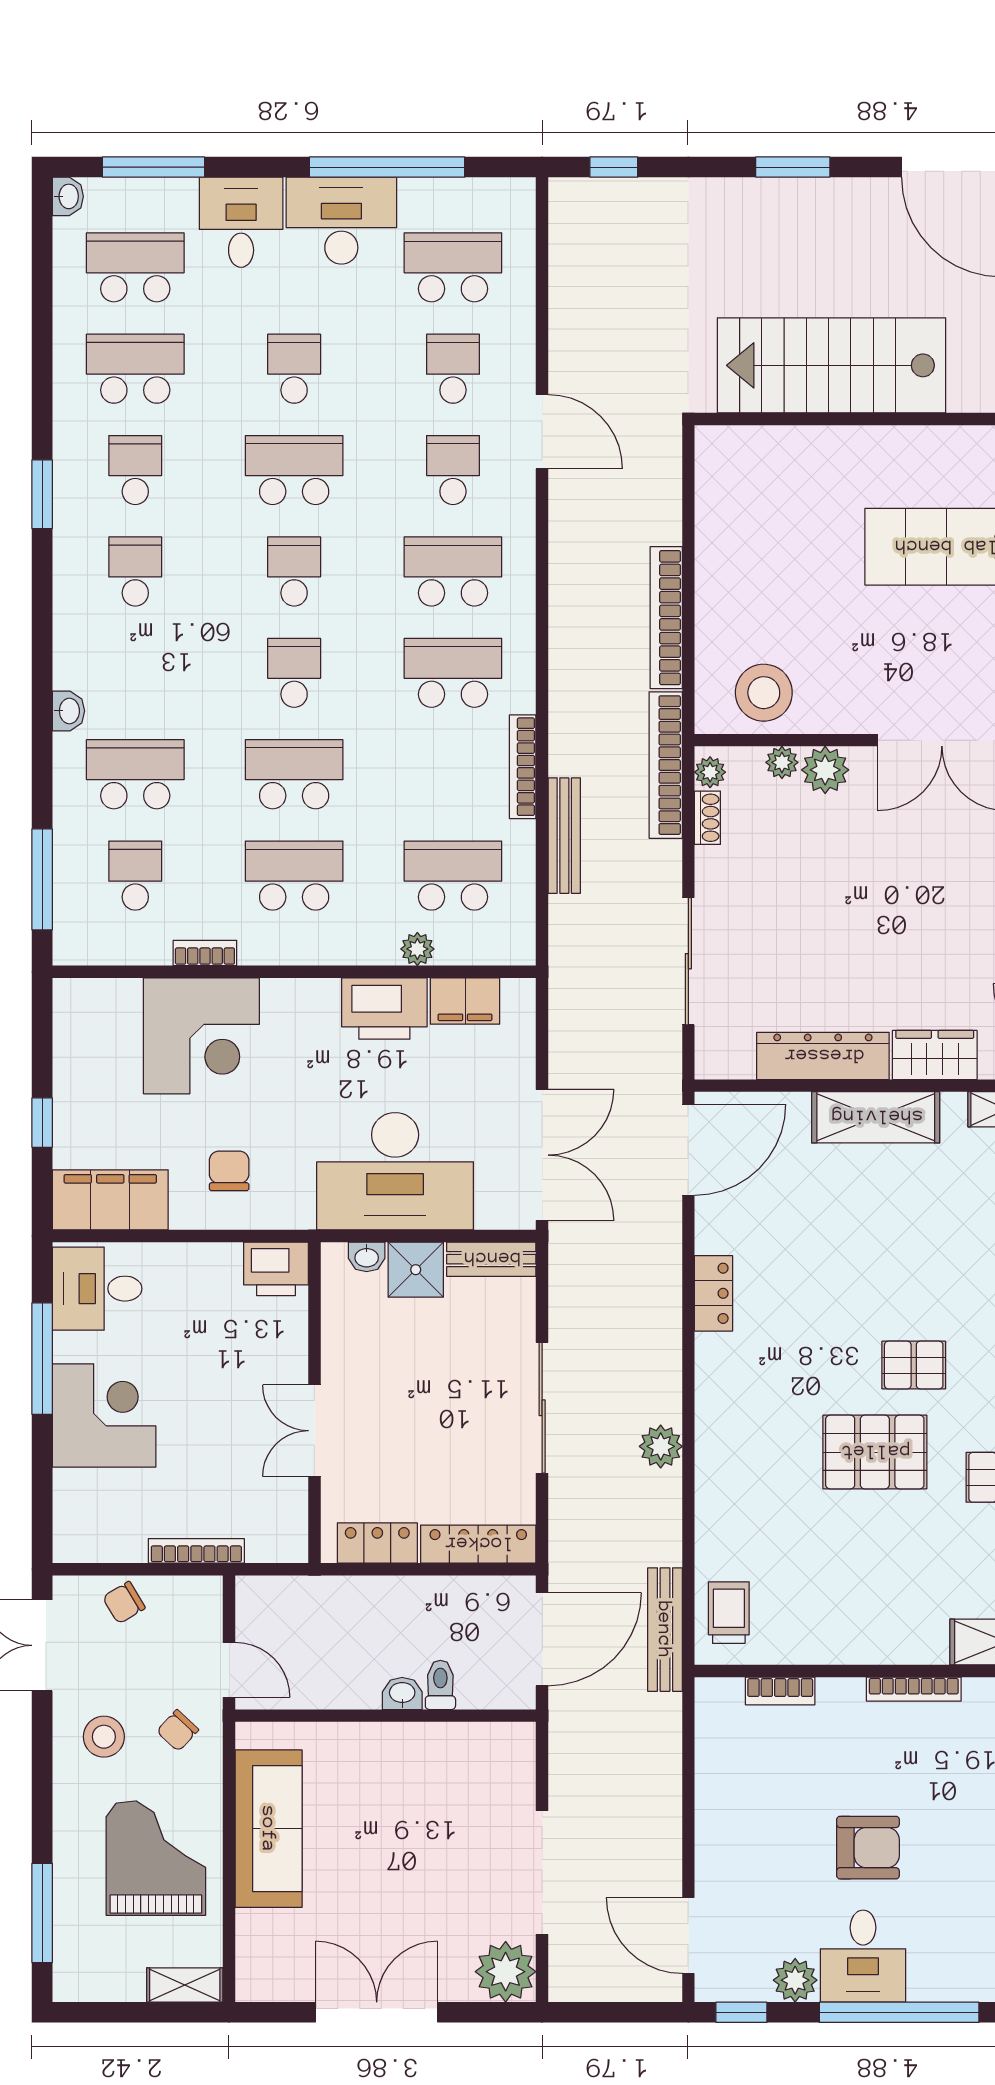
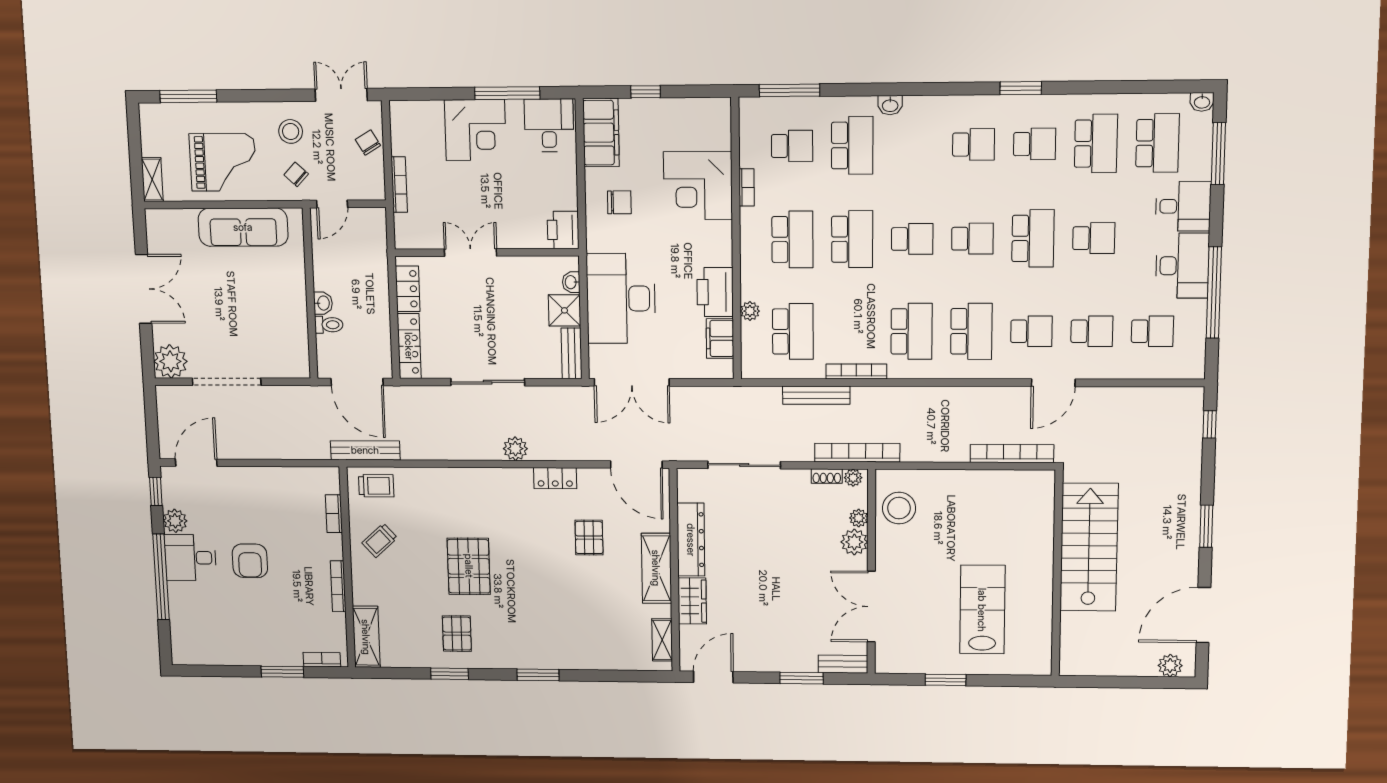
school desk: (453, 267) -> (1152, 331), width x0.54
bookcase: (666, 618) -> (1012, 454), moved
pallet: (914, 1365) -> (589, 538), moved
plant: (661, 1446) -> (515, 449), moved
trolley: (829, 1610) -> (380, 540), added

